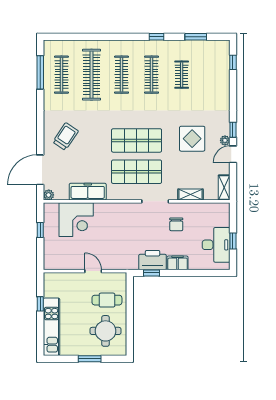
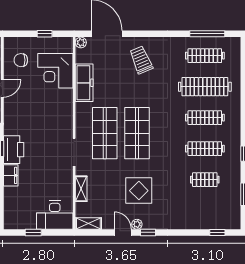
trolley: (66, 136) -> (141, 60), turned -147
chair: (176, 224) -> (21, 60), moved
desk: (216, 245) -> (55, 215), moved

